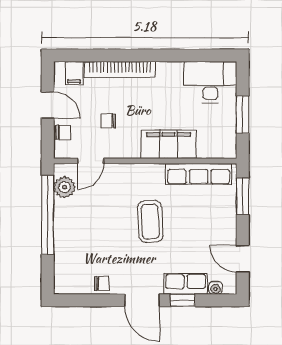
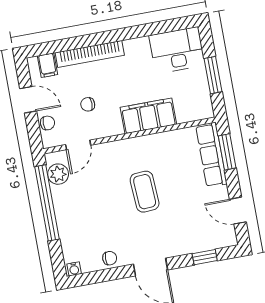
row of seats: (199, 174) -> (211, 155), moved, turned 90
row of seats: (186, 284) -> (189, 244), removed
water cooler: (215, 288) -> (74, 269), moved
window: (183, 300) -> (205, 257), moved

